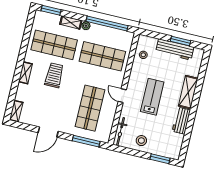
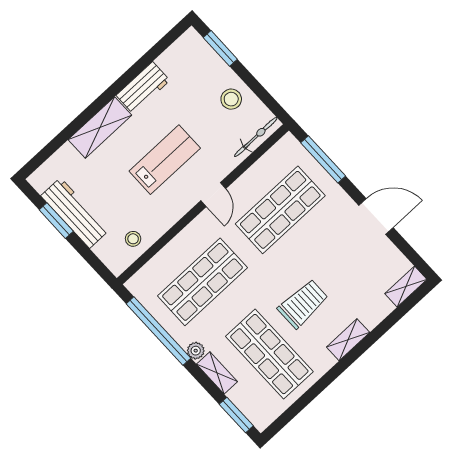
shop shelf: (102, 56) -> (202, 282), turned 90
trolley: (54, 75) -> (303, 304), turned 180
lab bench: (152, 97) -> (165, 160), turned 180

